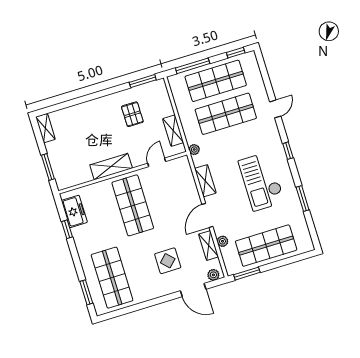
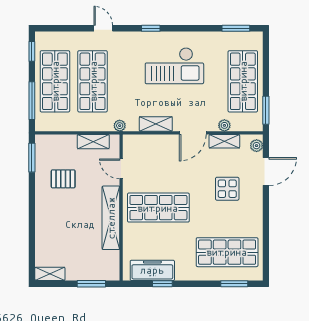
shelving: (111, 167) -> (111, 218), width x1.47
window: (303, 199) -> (236, 28), moved
freezer: (74, 211) -> (152, 270), width x1.40
door: (207, 215) -> (193, 133), hinge flipped

